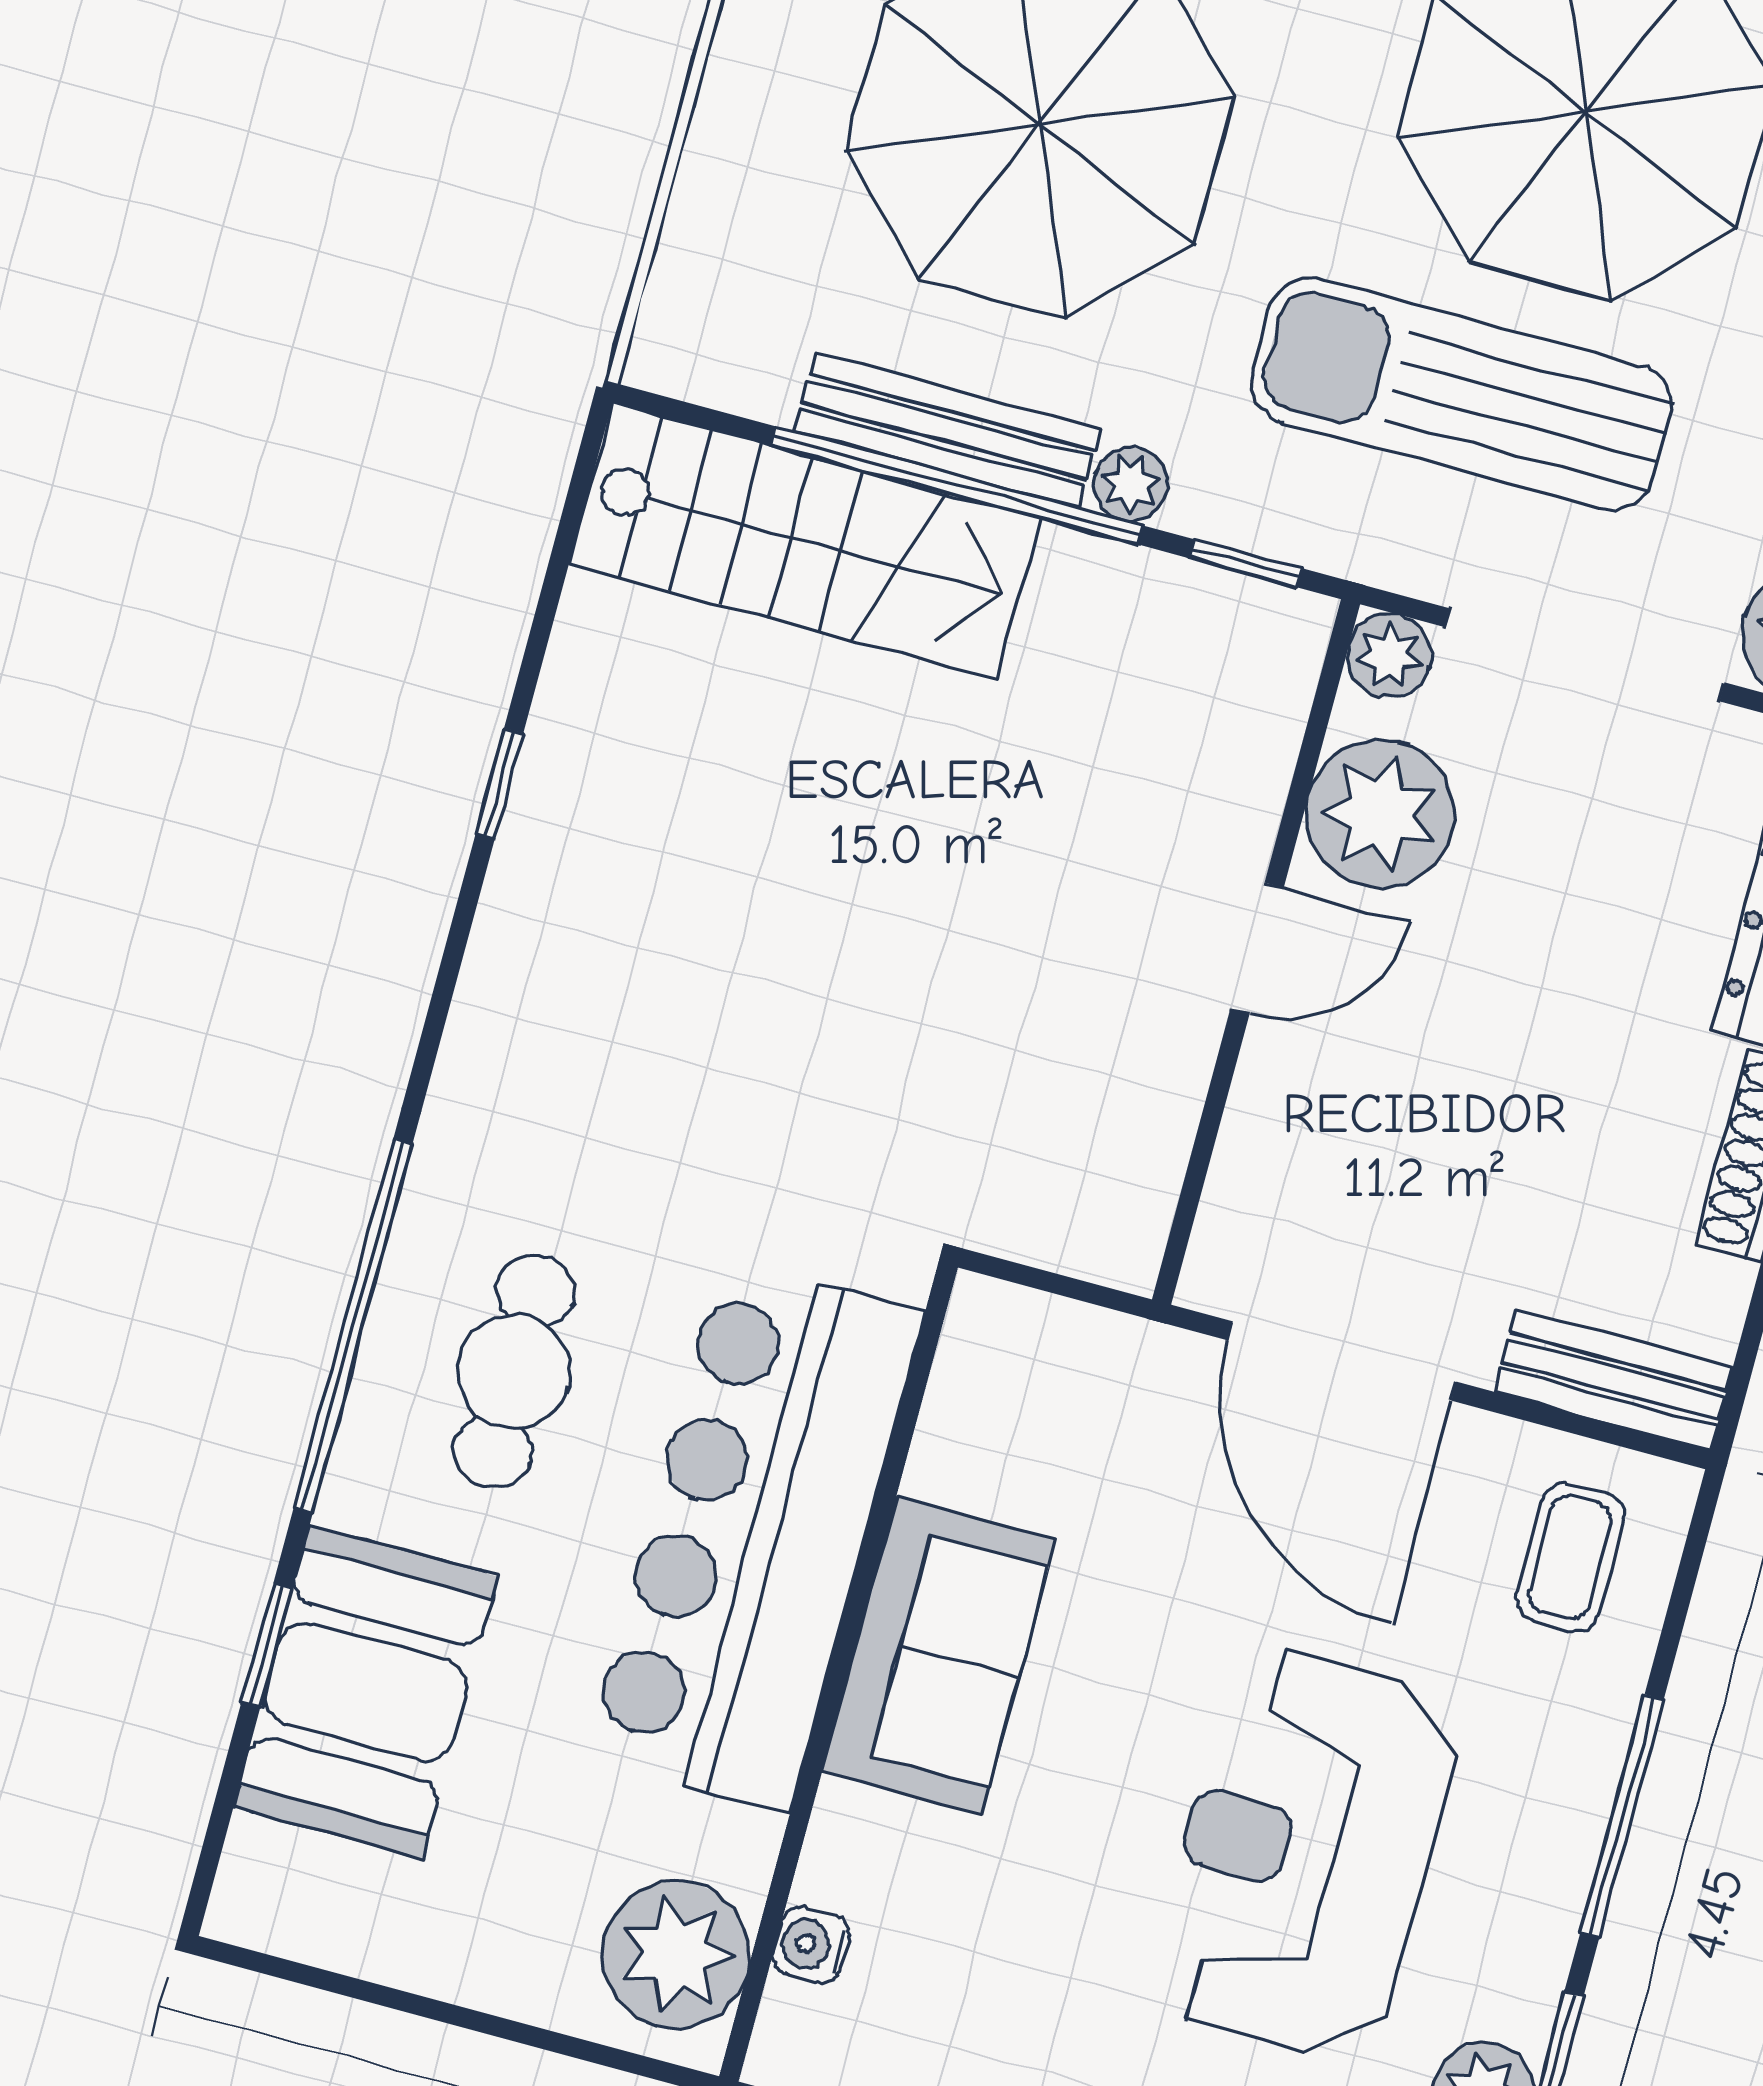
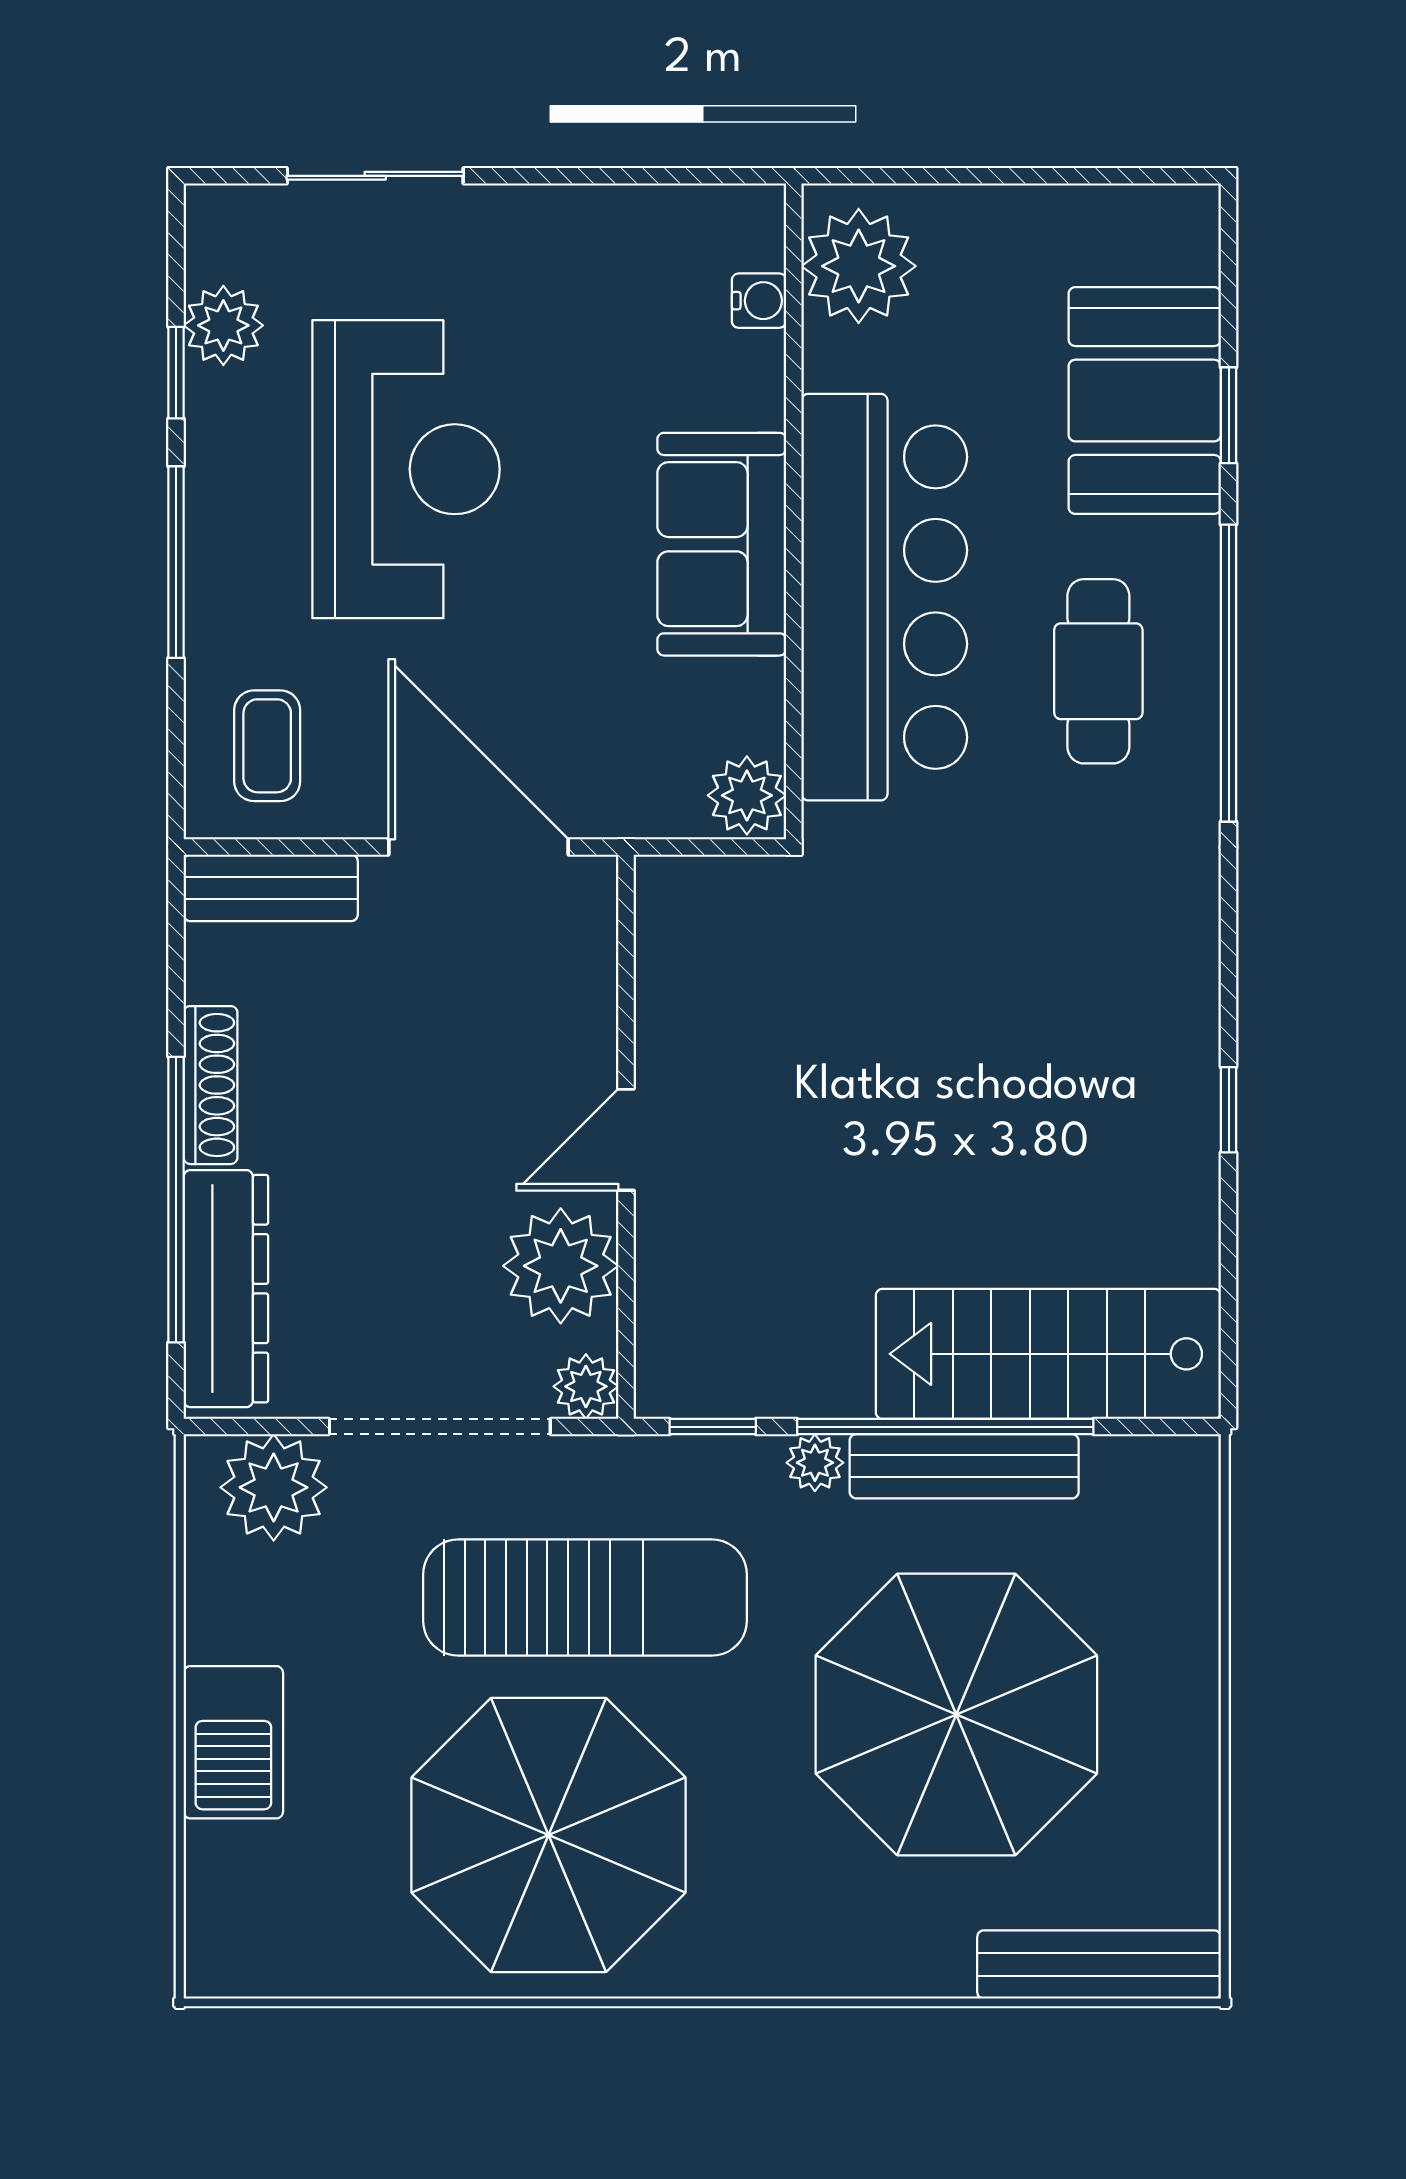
plant: (992, 1335) -> (747, 795), added

